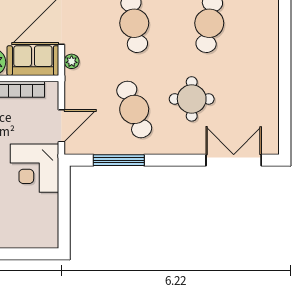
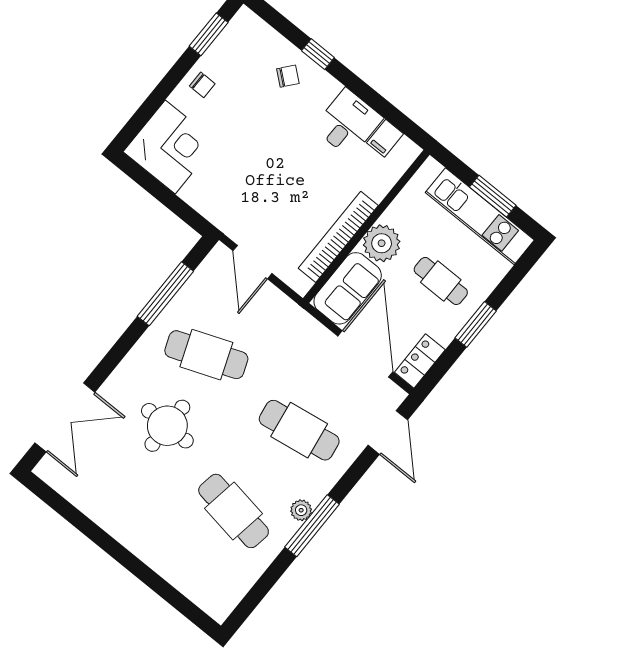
plant: (72, 61) -> (313, 329), removed
corner desk: (35, 168) -> (170, 147), moved, turned 90

